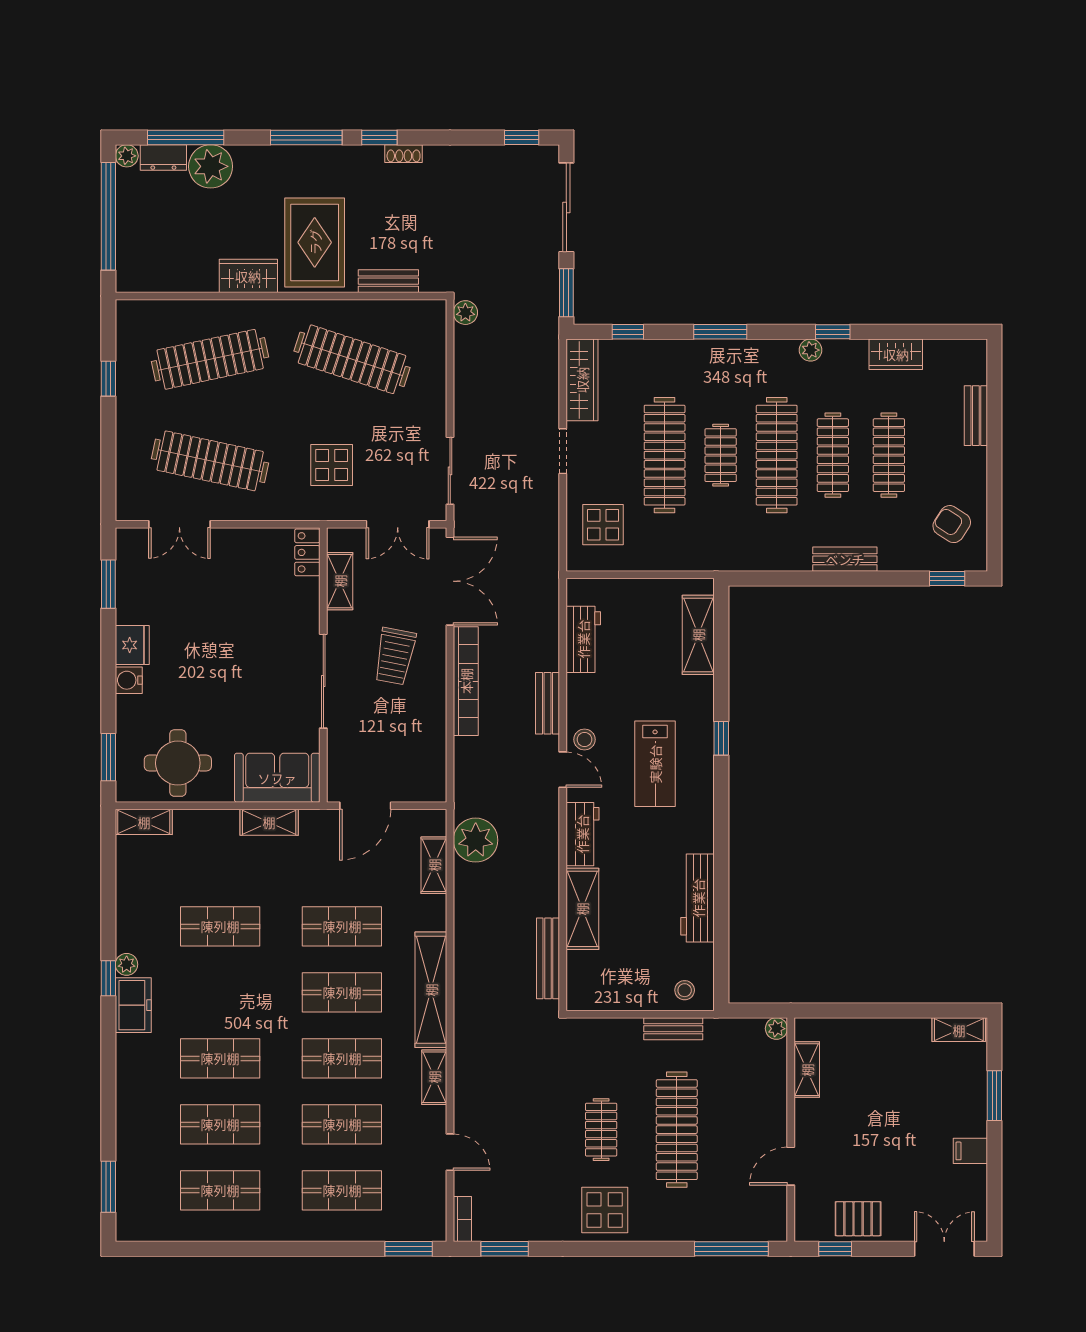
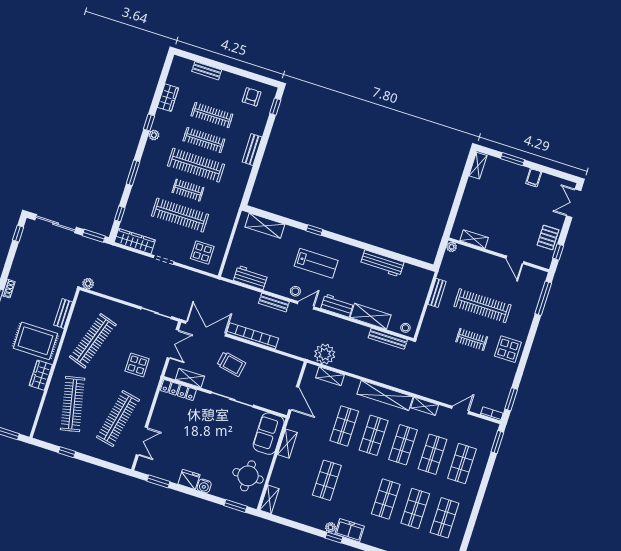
armchair: (952, 524) -> (252, 97), turned 147
locker: (307, 552) -> (178, 390), width x1.53
stool: (685, 990) -> (405, 328), moved

